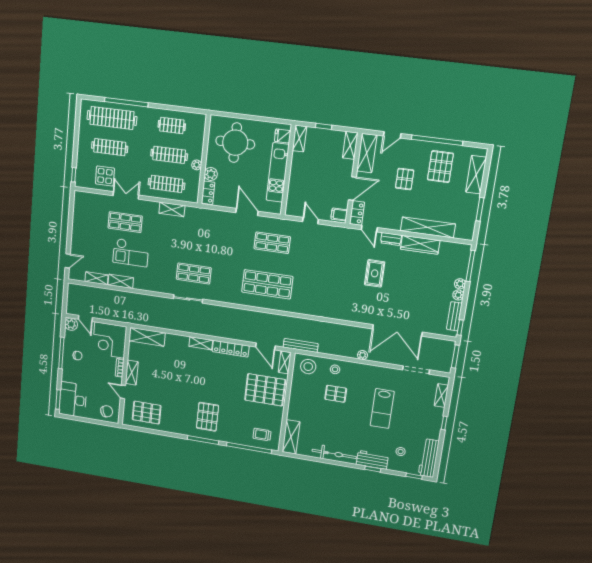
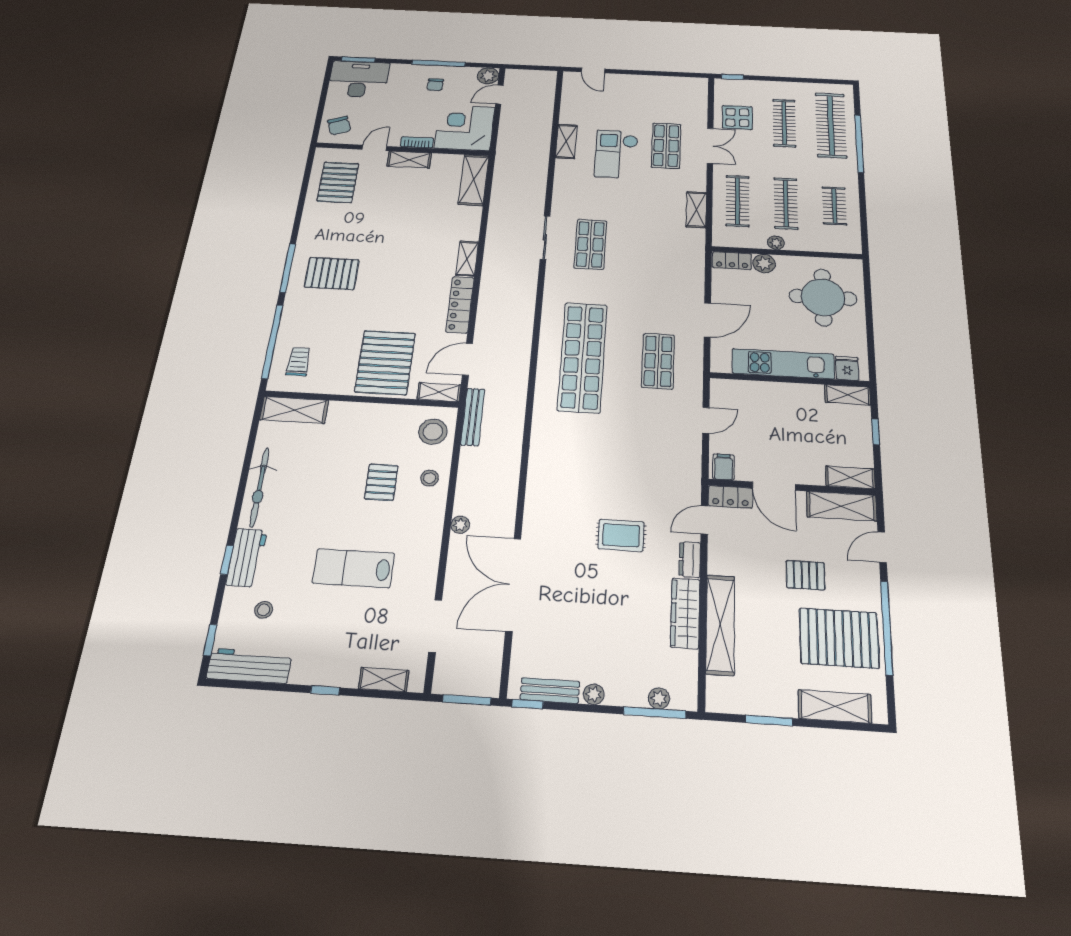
door: (392, 135) -> (882, 547), hinge flipped
pallet: (440, 167) -> (839, 638), width x1.37, depth x1.41
shelving: (97, 278) -> (568, 109), removed
shop shelf: (267, 284) -> (582, 357), width x1.40
plant: (460, 284) -> (659, 698), moved

